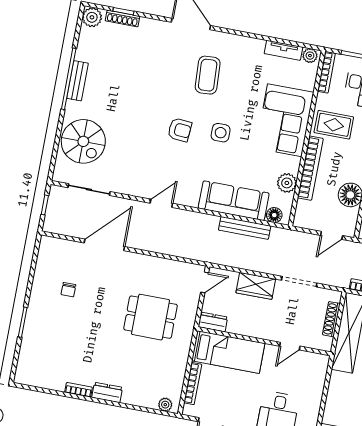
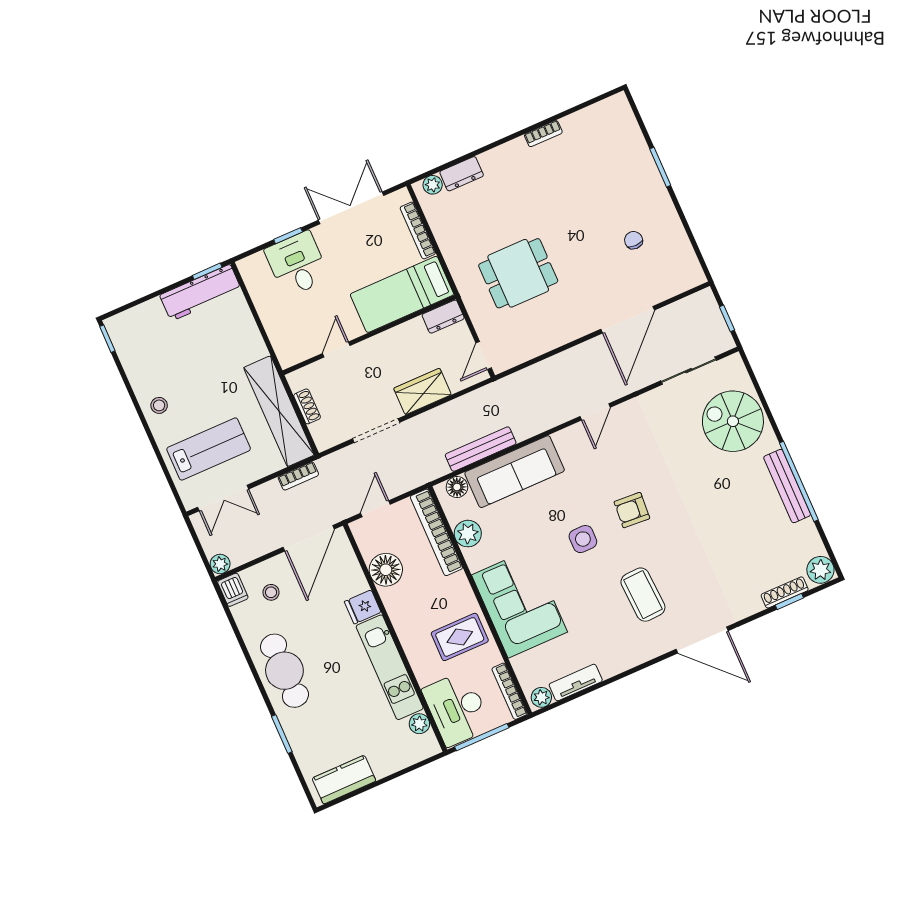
bench: (78, 81) -> (787, 486), width x1.36
bookcase: (310, 168) -> (436, 532), moved
shoe rack: (331, 319) -> (307, 406), width x0.70
dresser: (107, 392) -> (462, 174), moved

